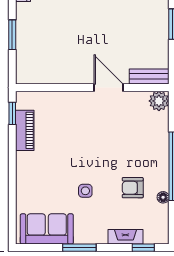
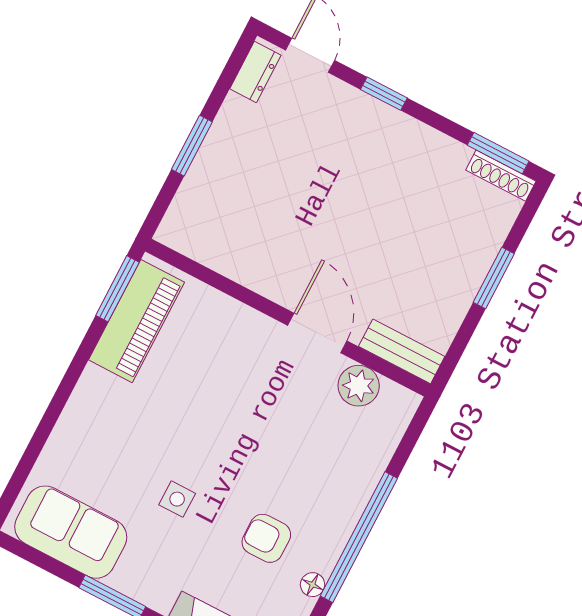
plant: (159, 101) -> (359, 386), moved
window: (12, 113) -> (117, 289), width x1.50
piano: (25, 130) -> (136, 321), width x1.37, depth x1.33

